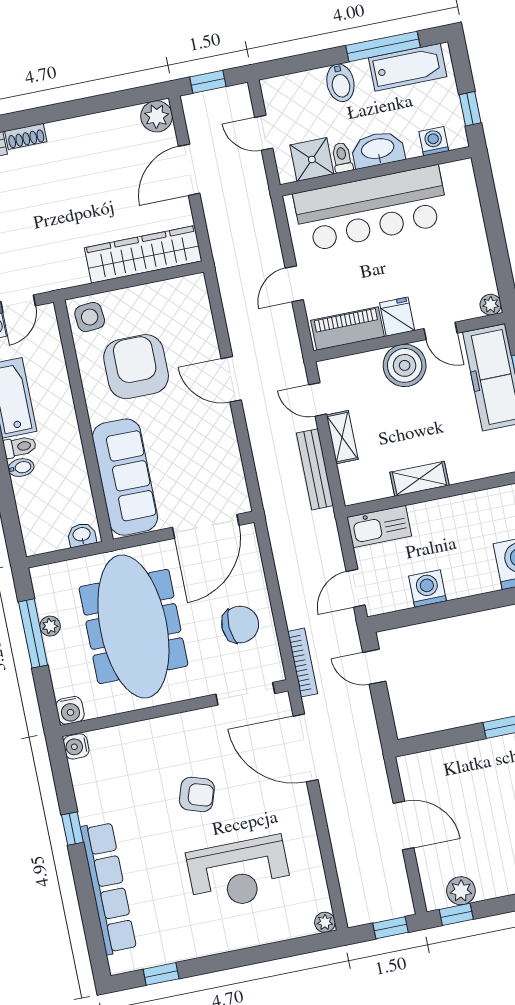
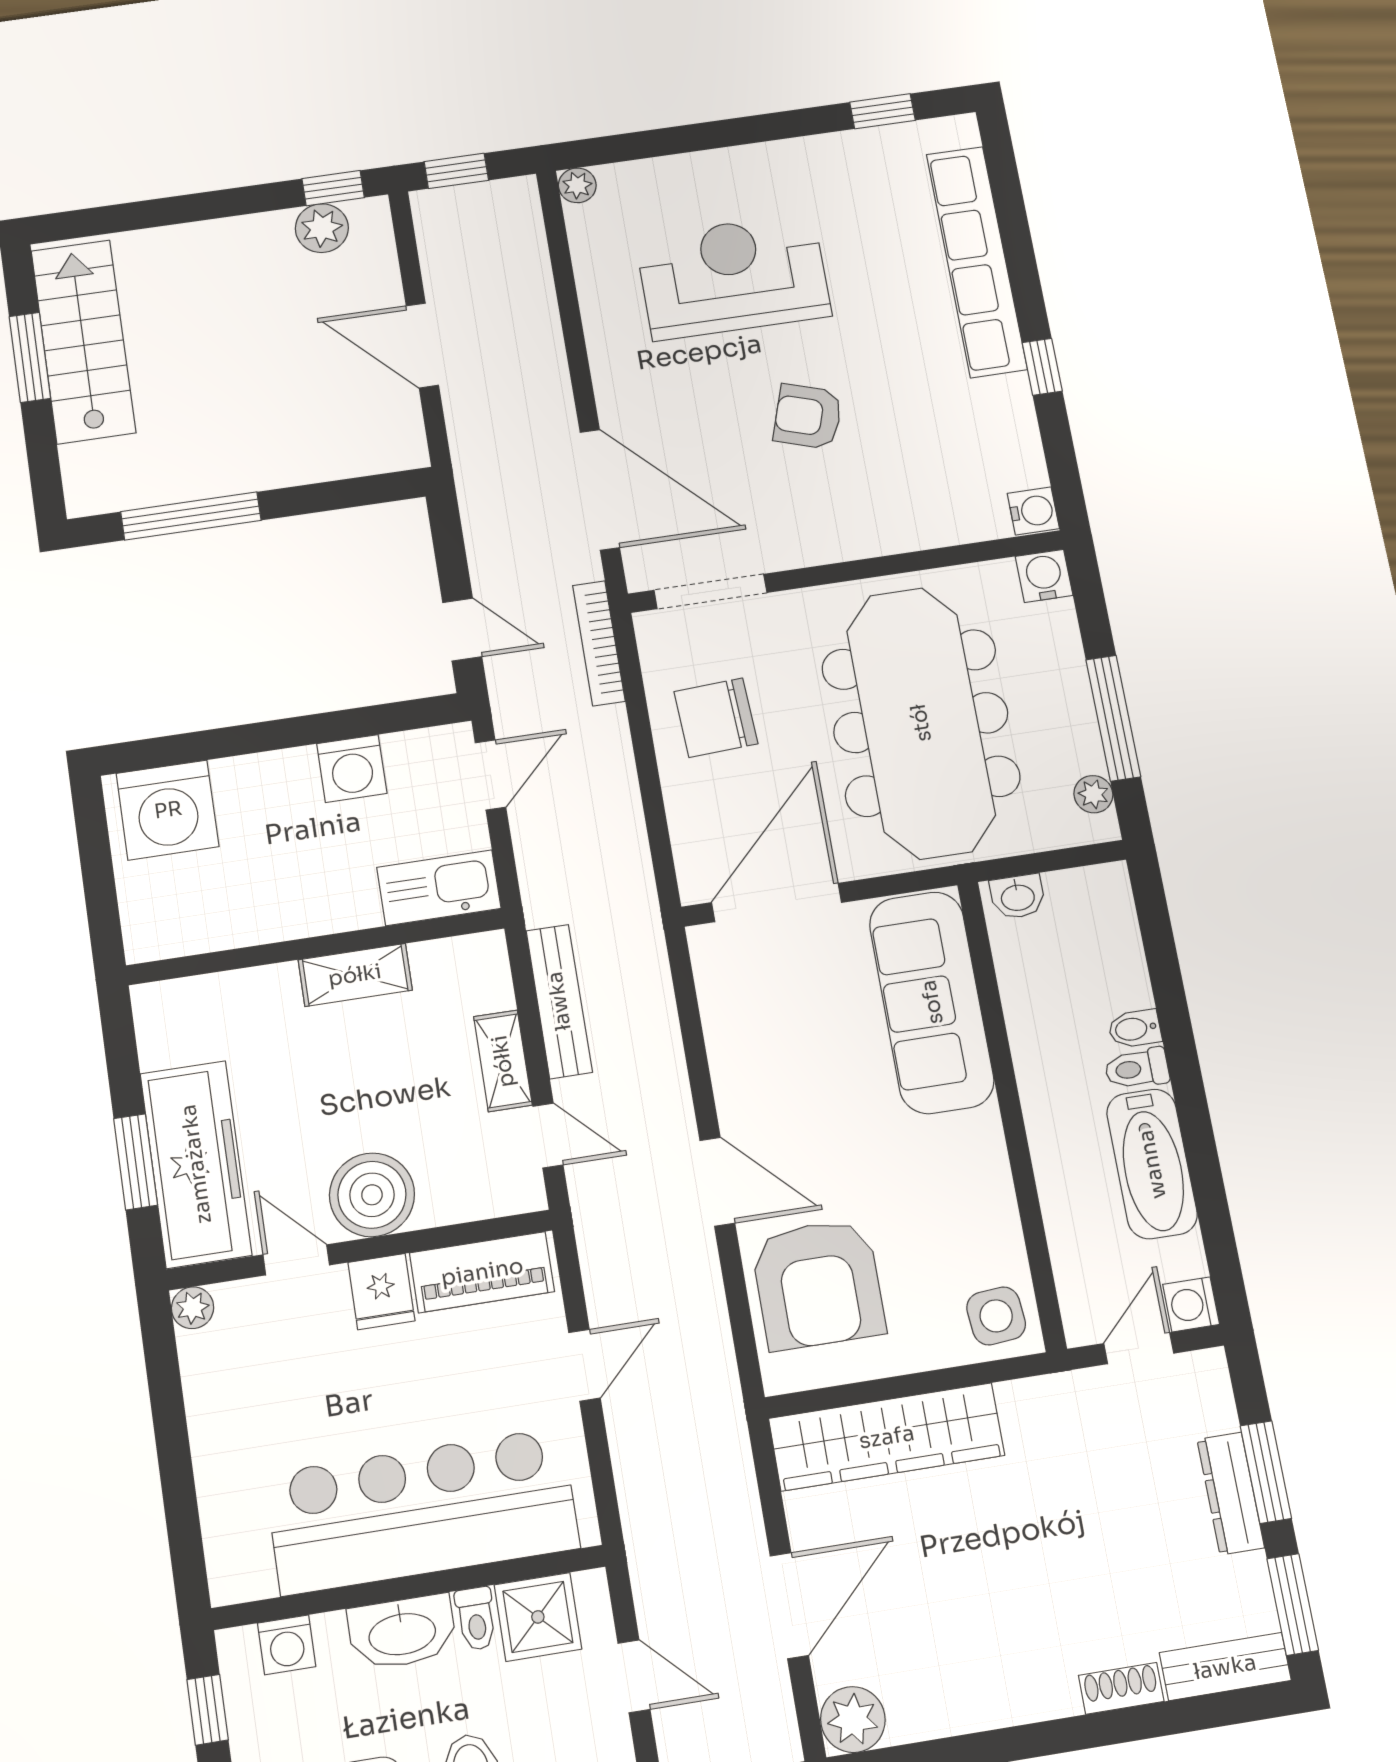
armchair: (136, 367) -> (818, 1284), moved
plant: (50, 626) -> (1093, 794), moved

